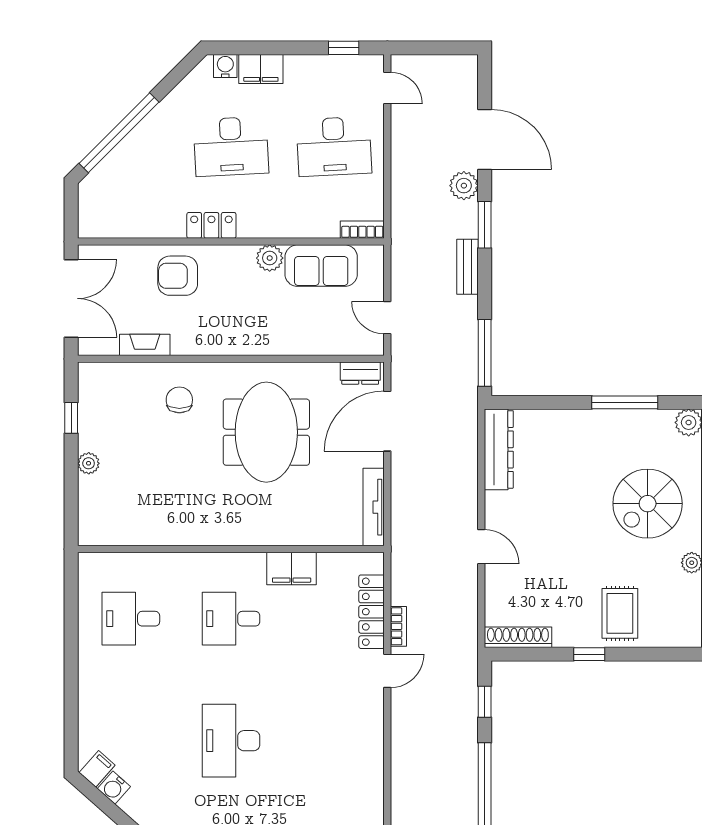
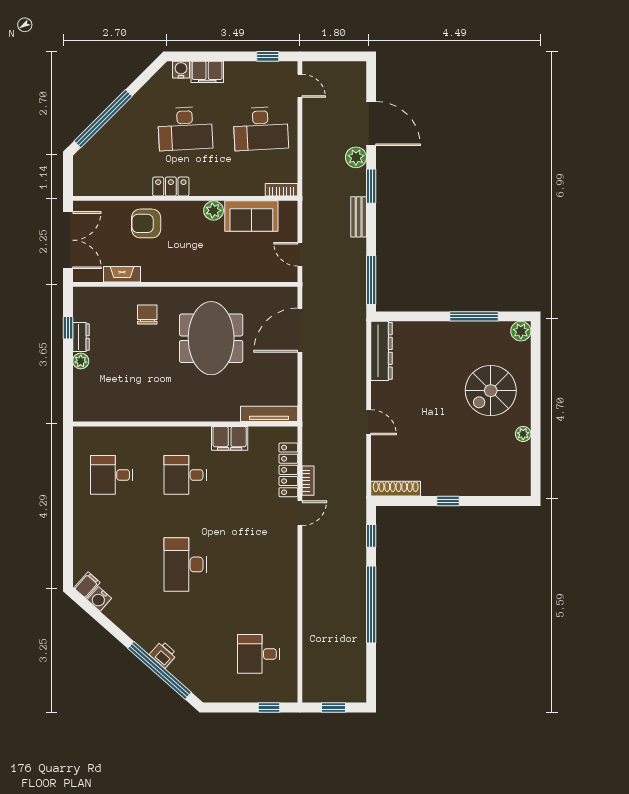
dresser: (360, 373) -> (81, 337), moved, turned -90
tv unit: (374, 507) -> (269, 414), moved, turned 90
rug: (620, 613) -> (470, 471), removed

